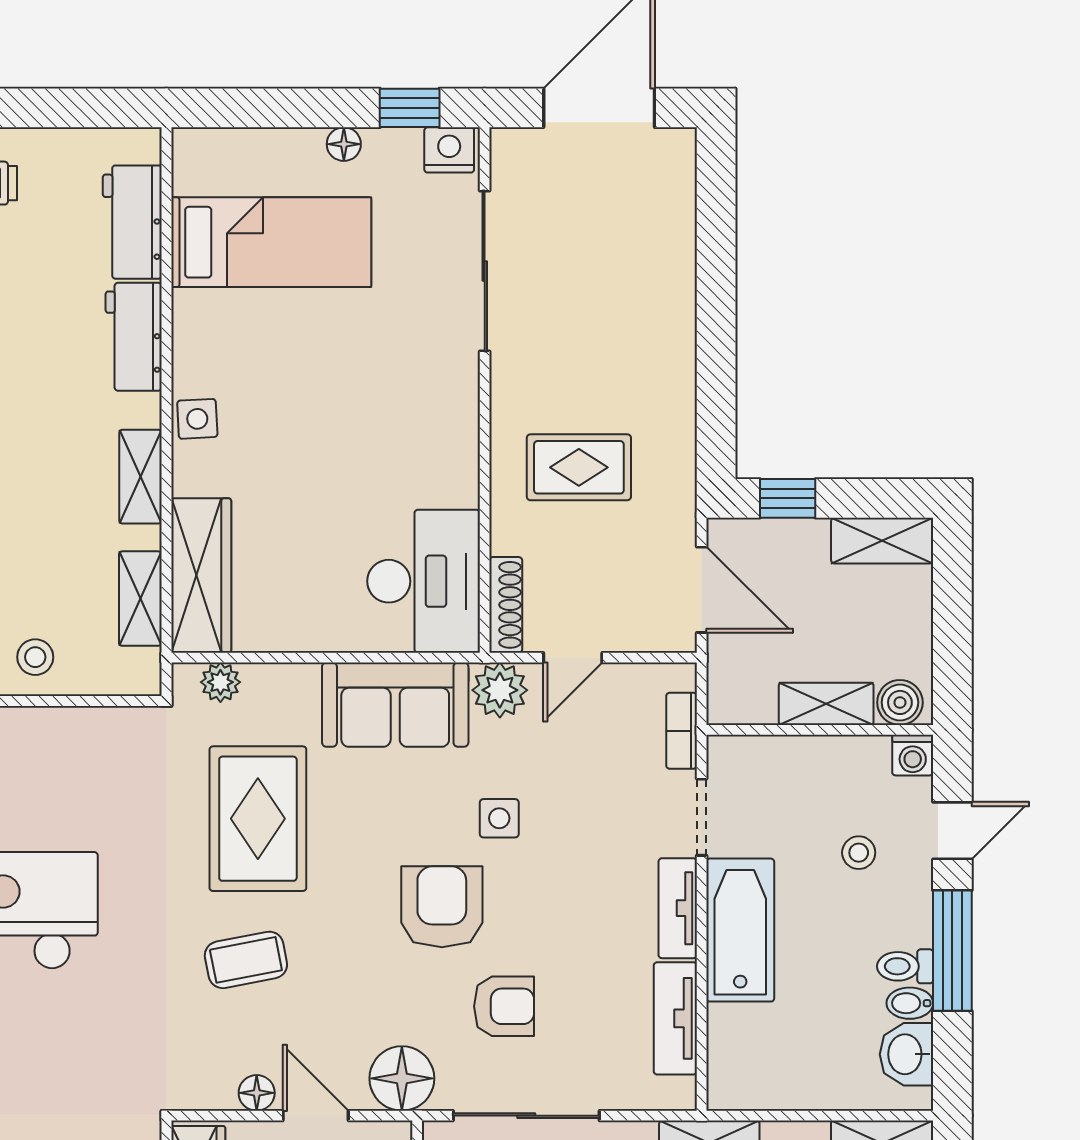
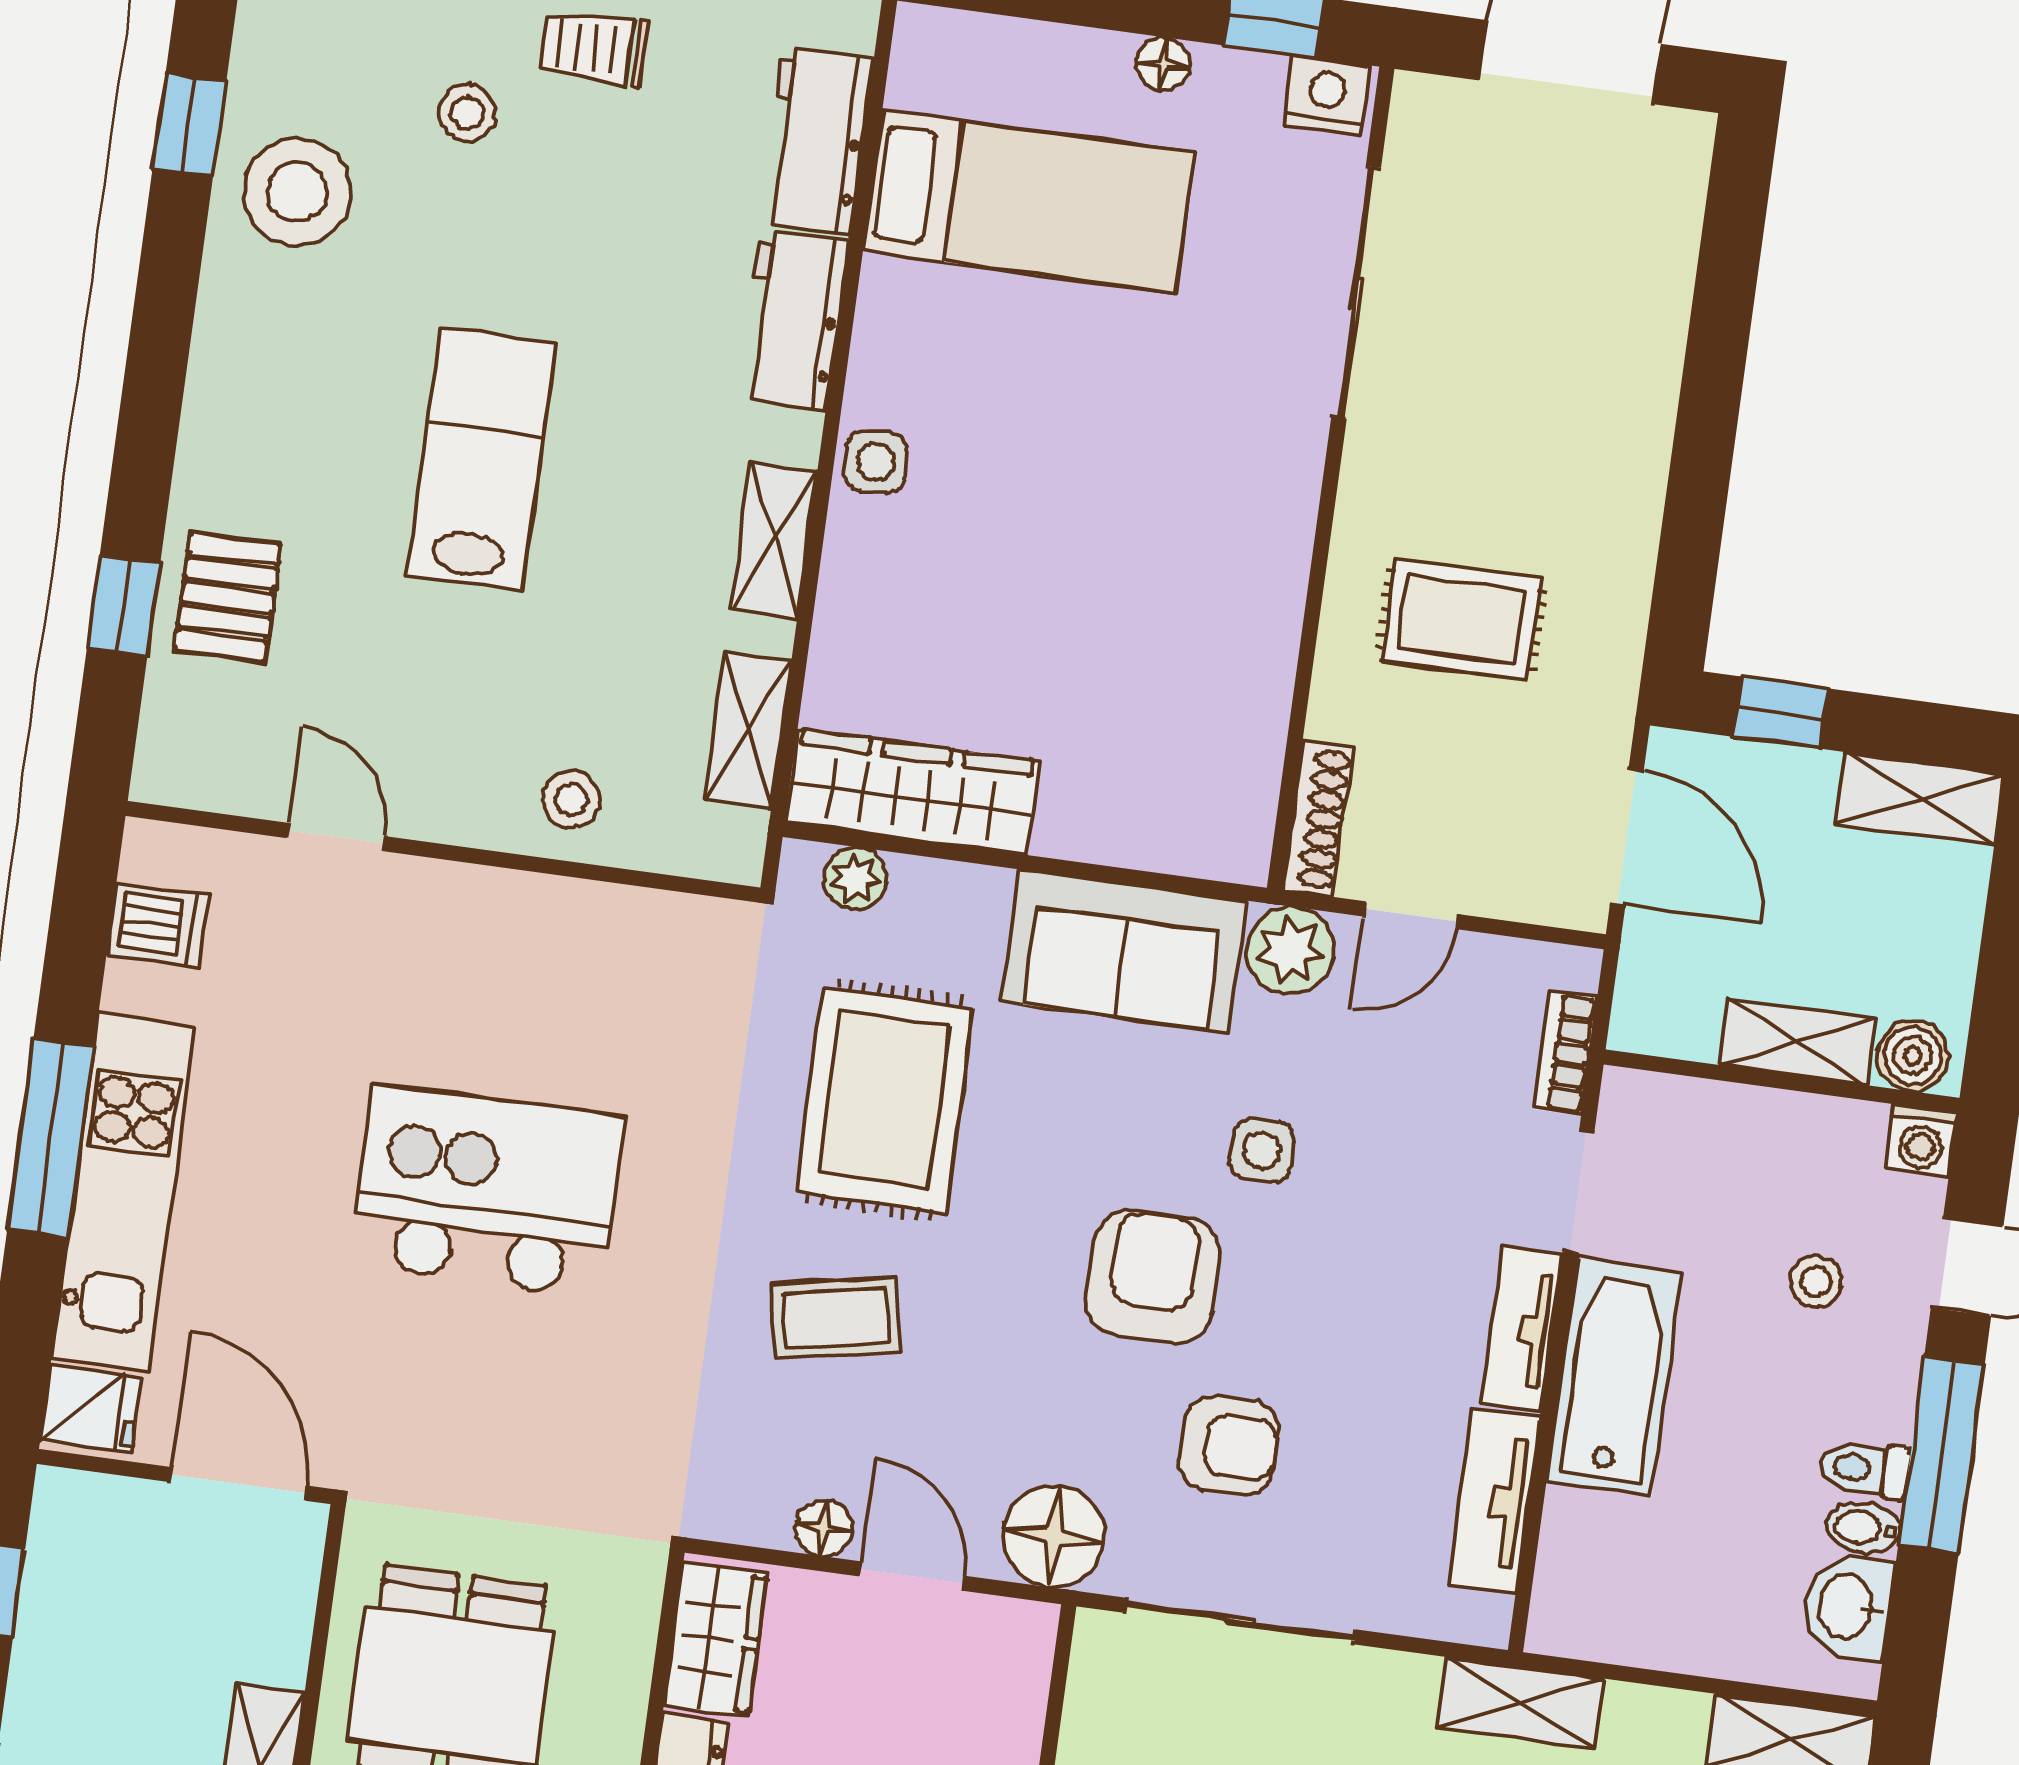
wardrobe: (201, 575) -> (912, 792), moved, turned -90
desk: (424, 581) -> (1194, 764), removed

